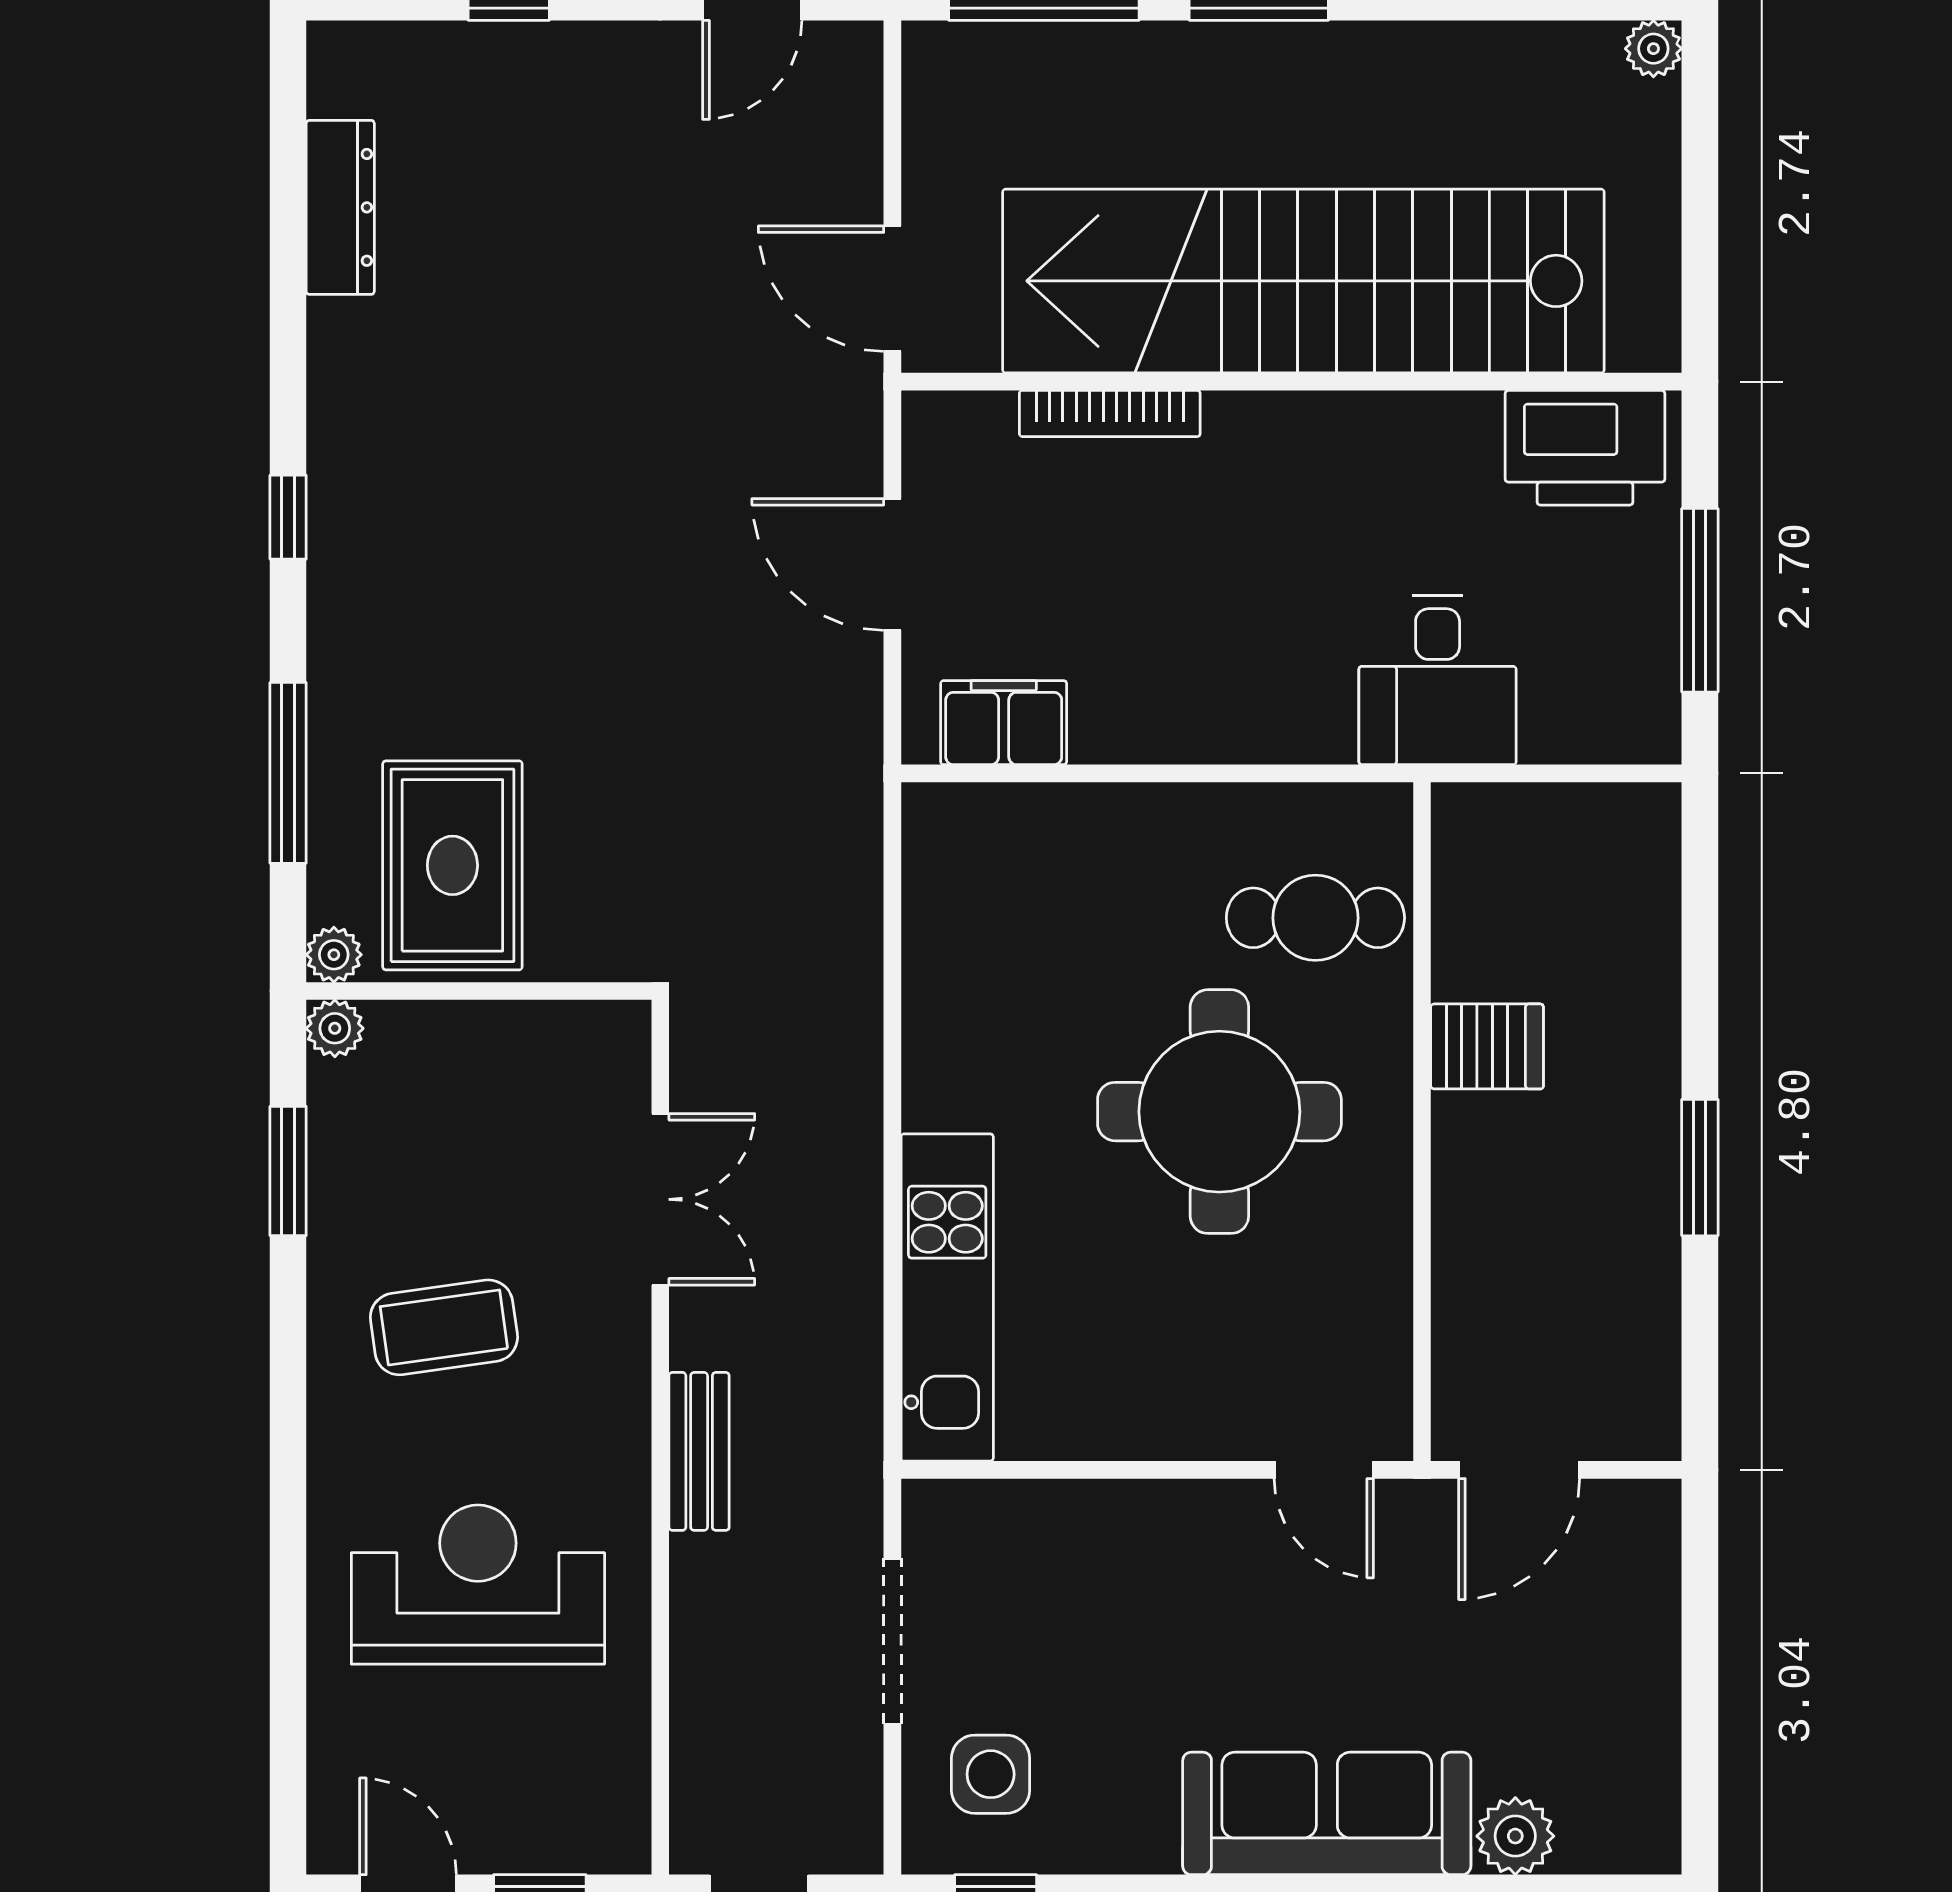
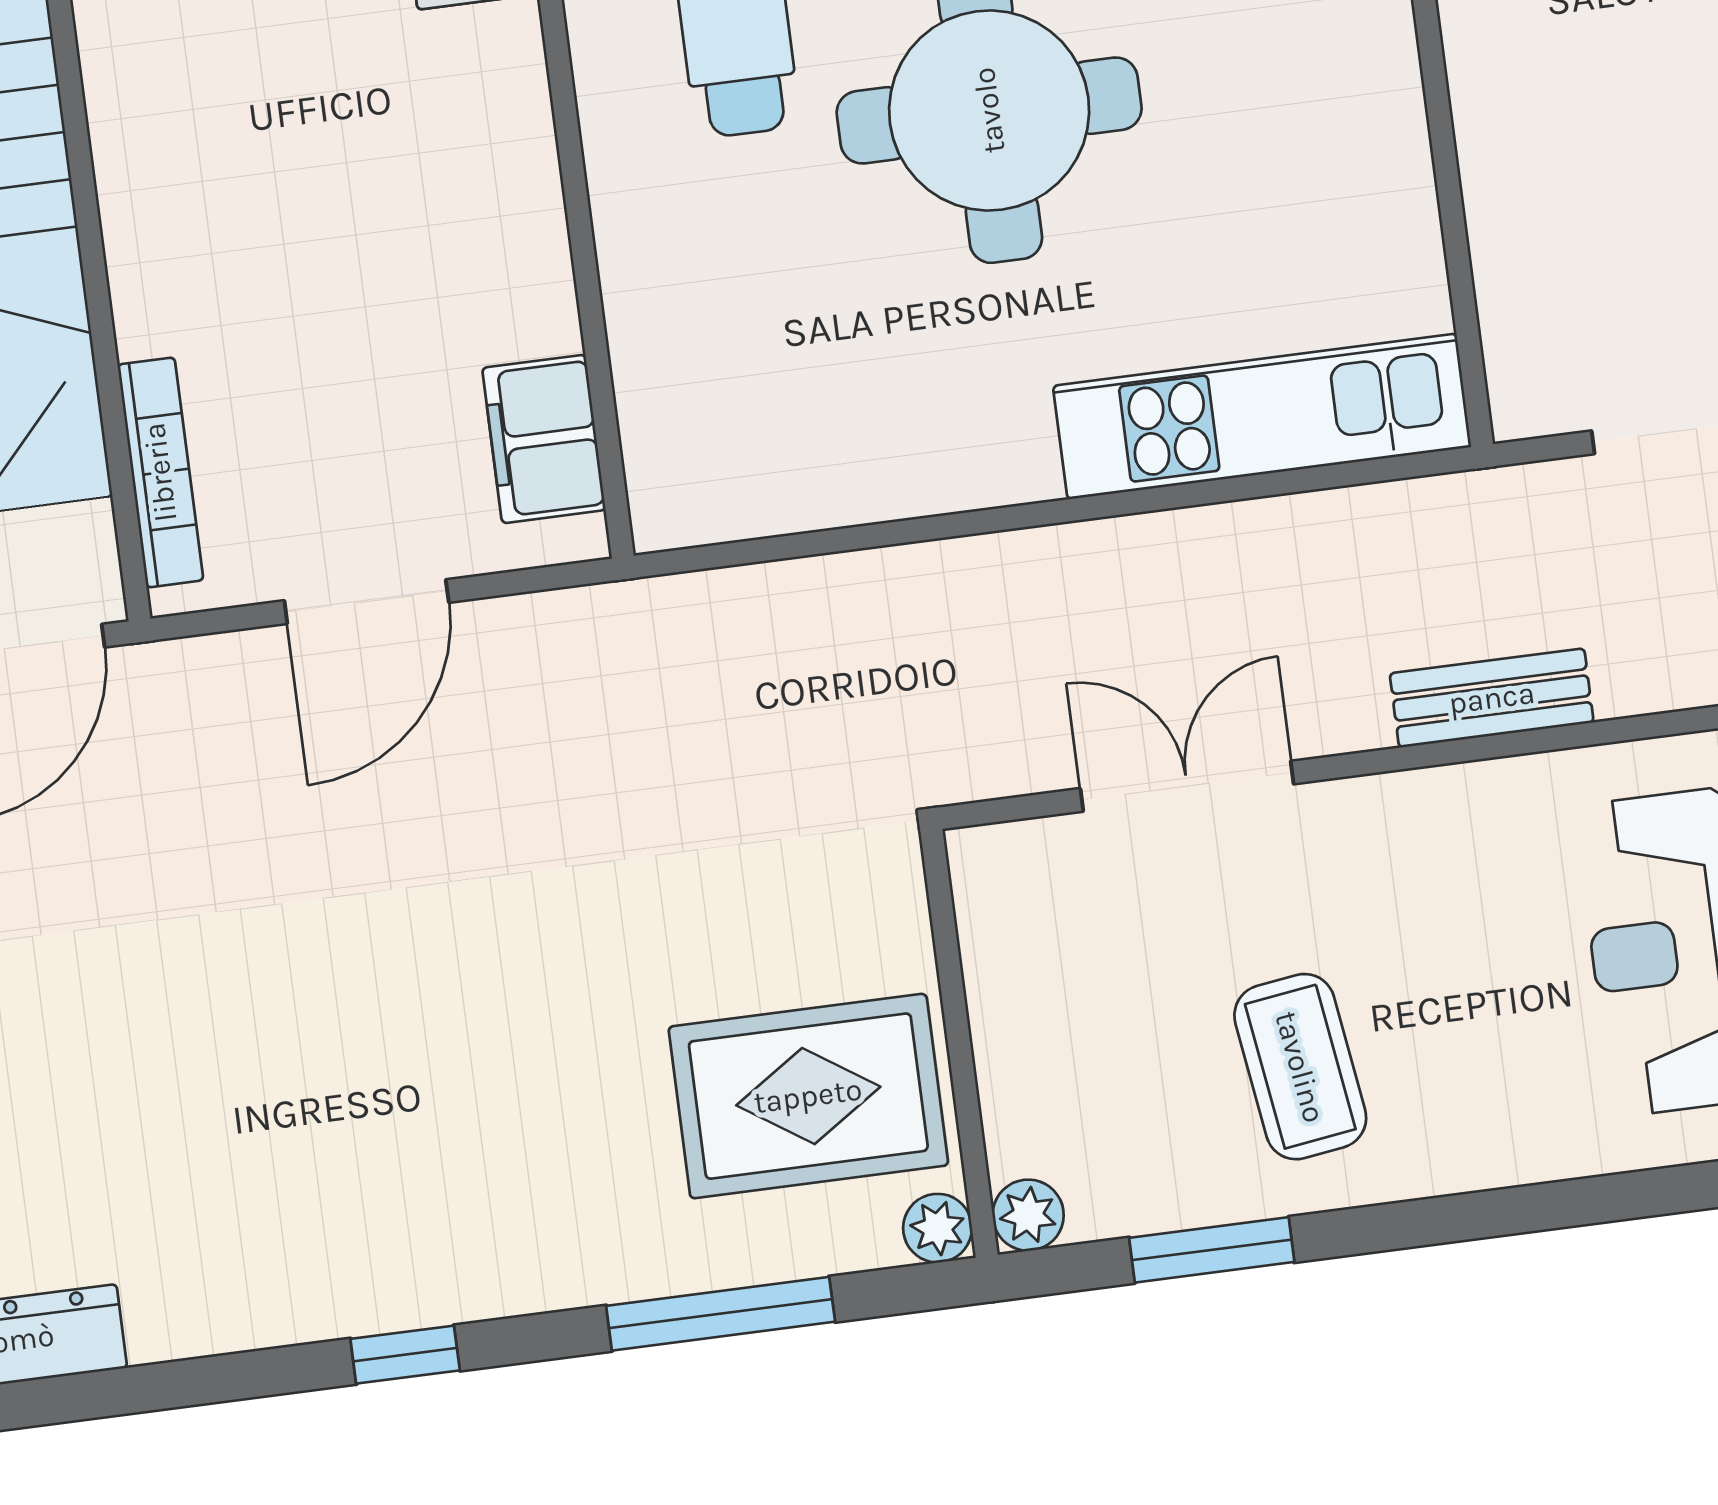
bookcase: (1110, 413) -> (160, 472), moved
coffee table: (444, 1327) -> (1300, 1067), moved

